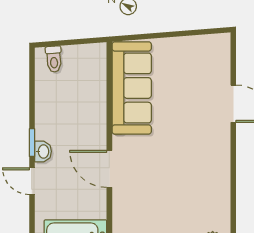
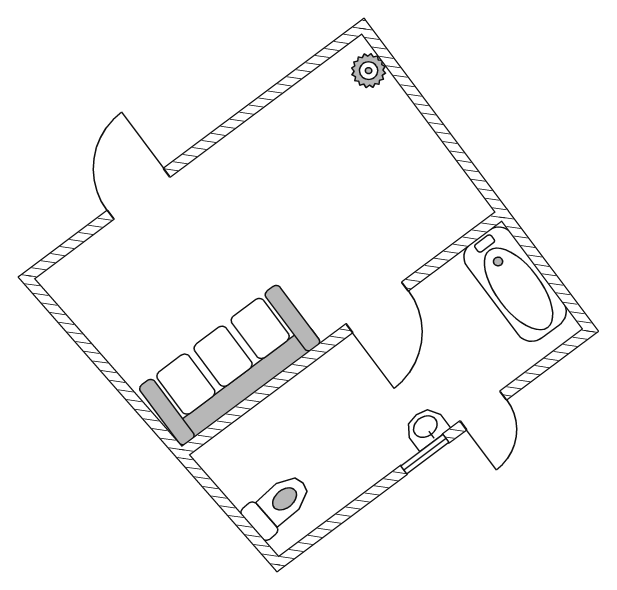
toilet: (54, 59) -> (278, 505), width x1.37, depth x1.39

